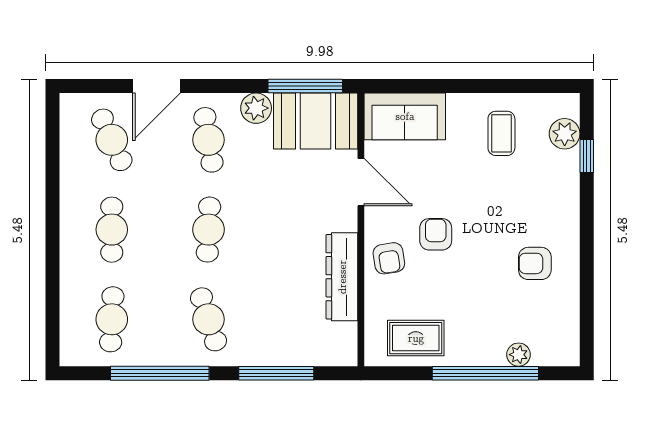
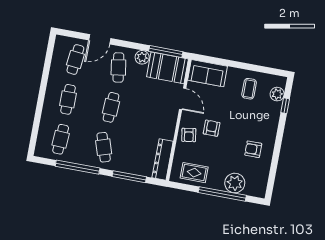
cafe table: (112, 140) -> (75, 59), turned 30
dresser: (342, 277) -> (163, 159), moved
plant: (519, 355) -> (235, 183), width x1.88, depth x1.88

